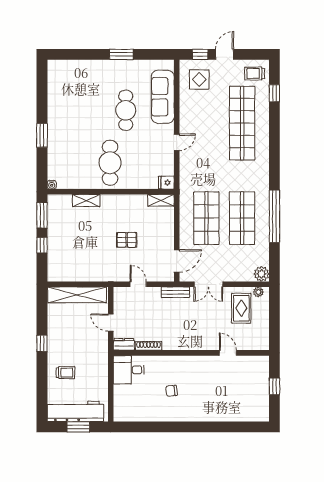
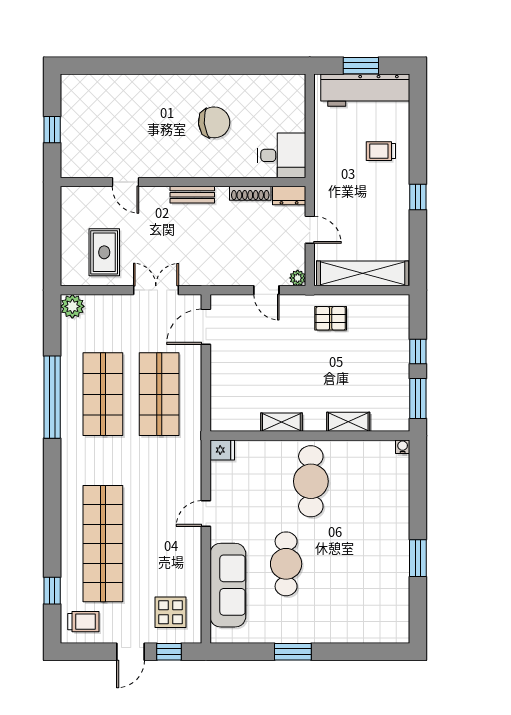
window: (42, 135) -> (418, 558), moved
shelving: (161, 200) -> (281, 422), moved
pallet: (127, 240) -> (331, 318), moved
bench: (175, 292) -> (192, 195), moved
plant: (258, 292) -> (298, 278), moved
chair: (171, 391) -> (214, 122), width x1.87, depth x1.87

